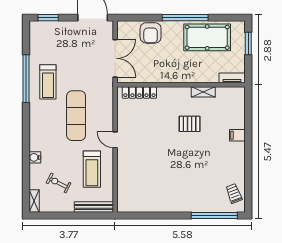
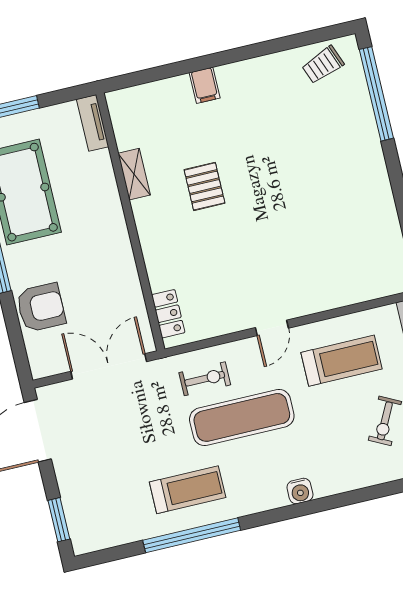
locker: (139, 92) -> (168, 314), width x0.66
exercise bike: (99, 102) -> (205, 379), added
water cooler: (35, 157) -> (300, 491), moved

